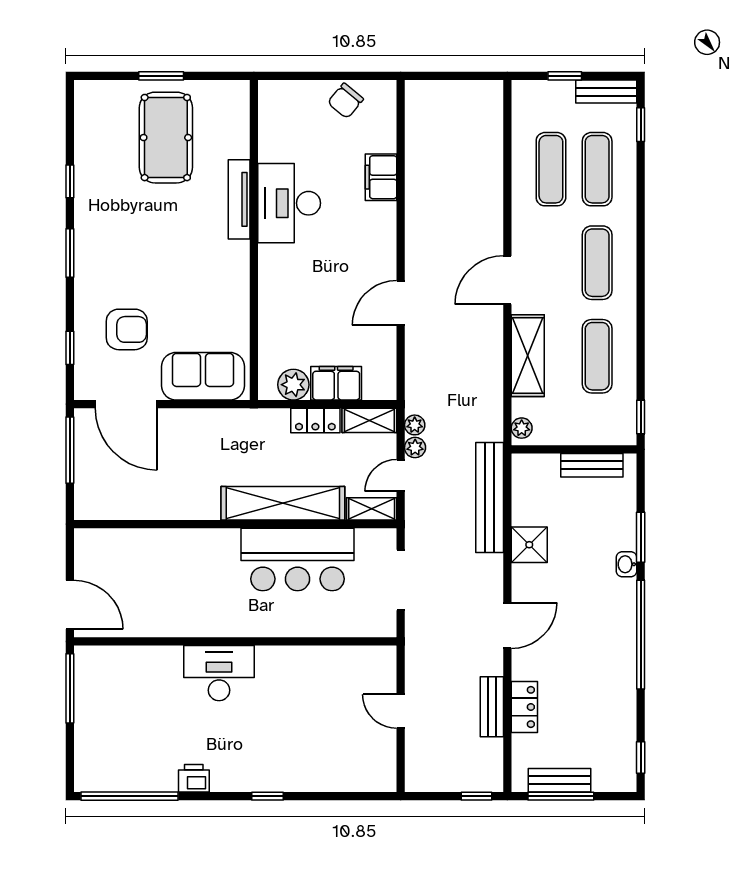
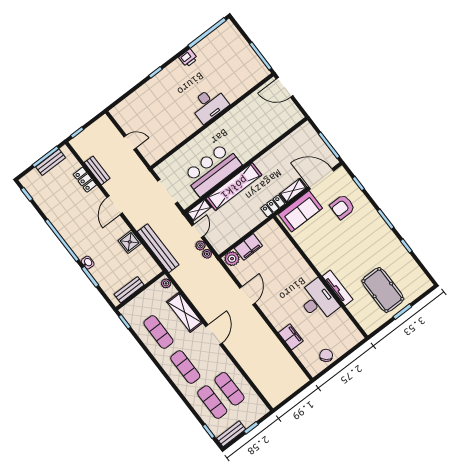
plant: (293, 385) -> (232, 259), moved
locker: (315, 420) -> (273, 206), moved
shelving: (369, 420) -> (293, 191), moved

